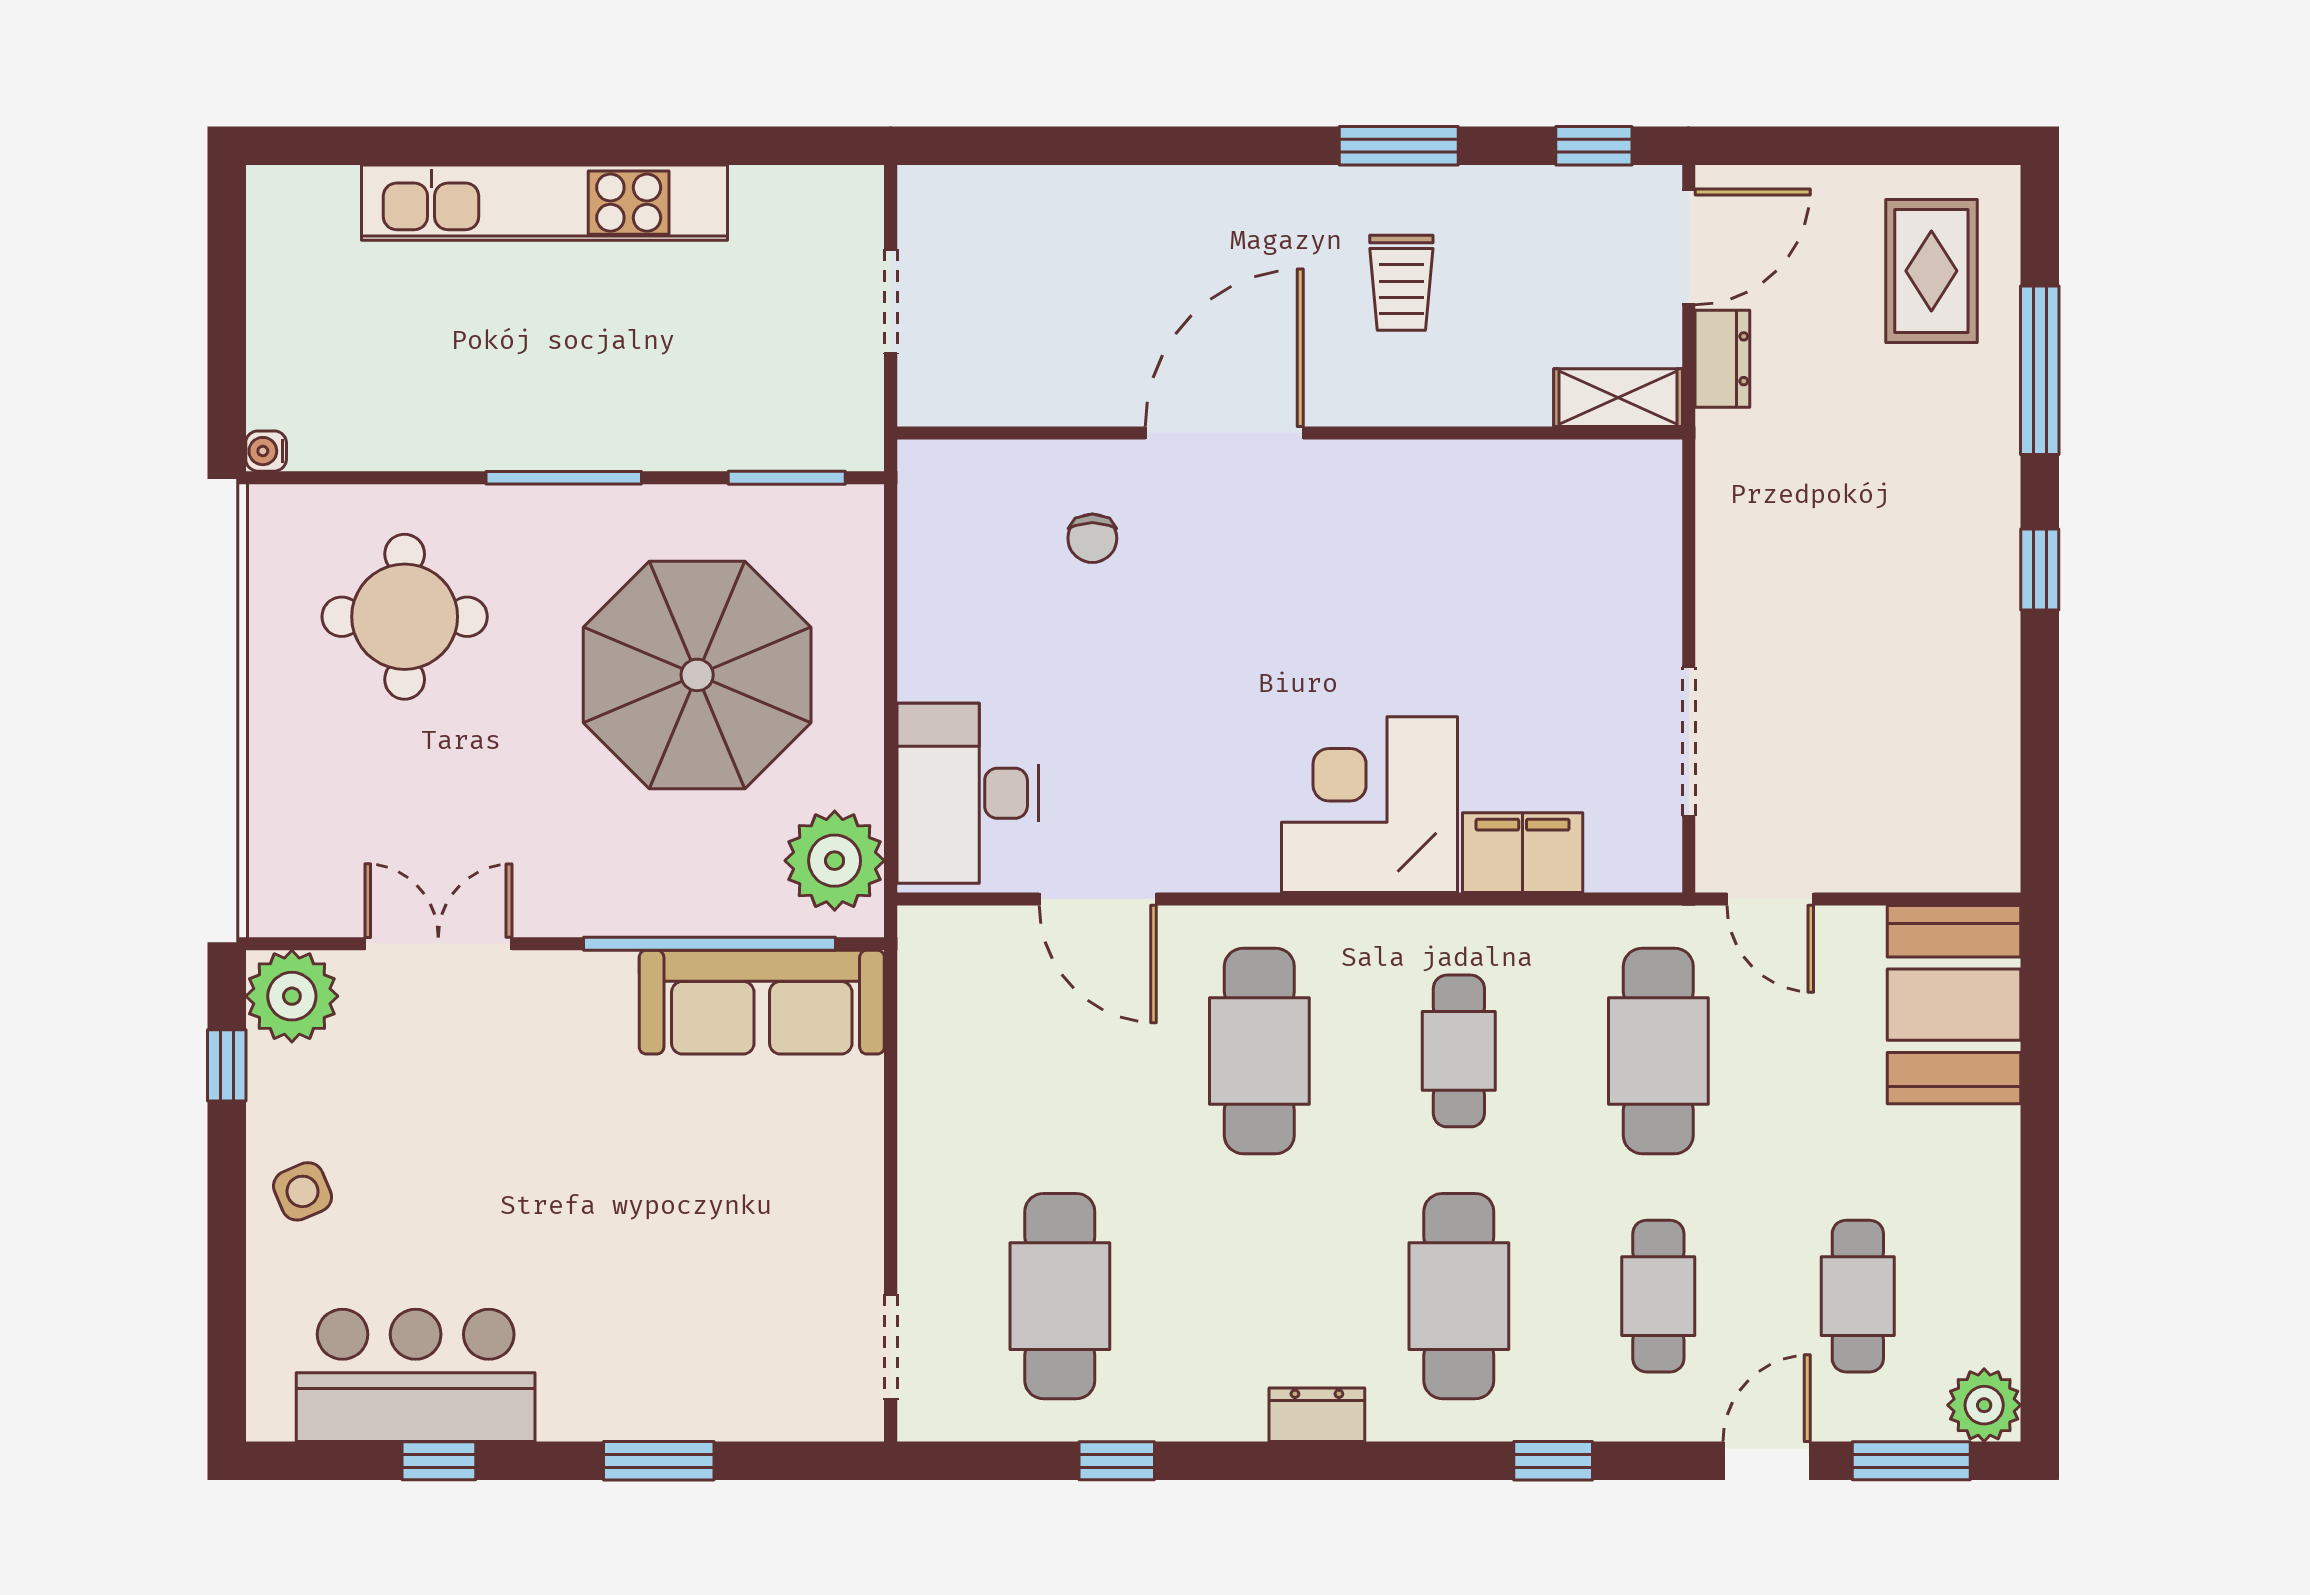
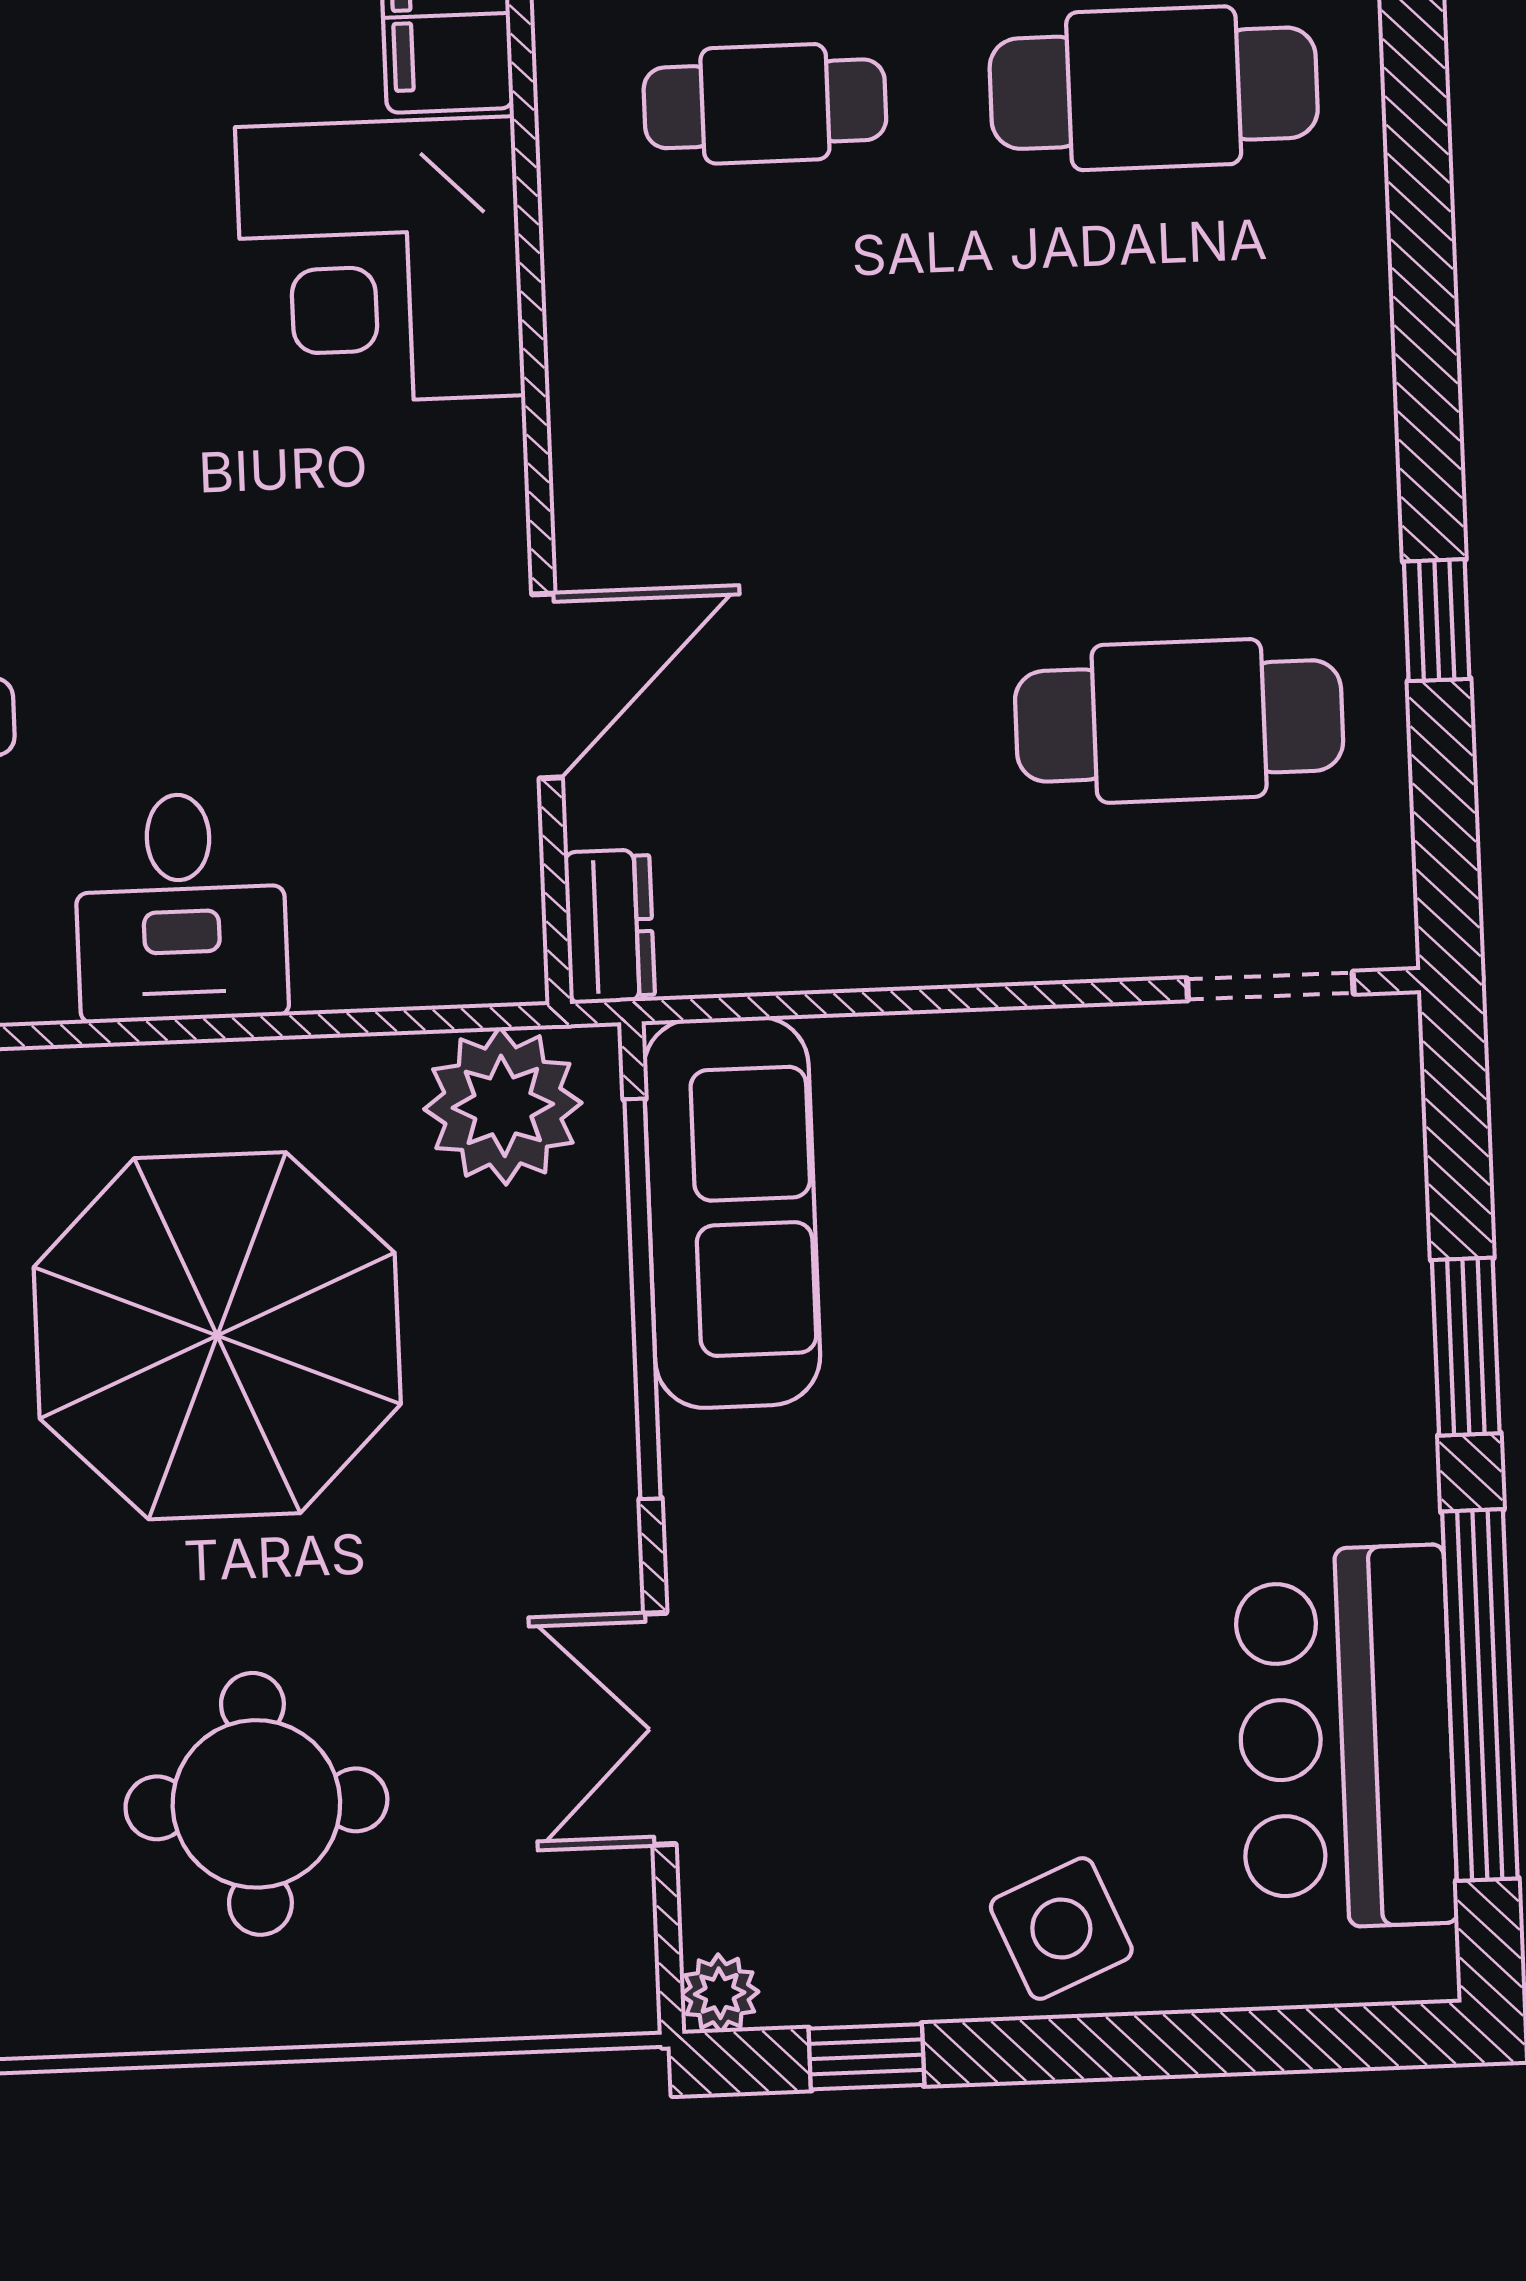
round table: (405, 617) -> (256, 1804), moved
desk: (968, 793) -> (181, 907), moved, width x0.73
plant: (292, 996) -> (720, 1993), width x0.53, depth x0.53
cafe table: (1259, 1051) -> (778, 420), removed
side table: (303, 1191) -> (1061, 1929), width x1.37, depth x1.37
dresser: (1317, 1415) -> (609, 926), moved, turned 180
window: (439, 1461) -> (1480, 1695), width x3.17

